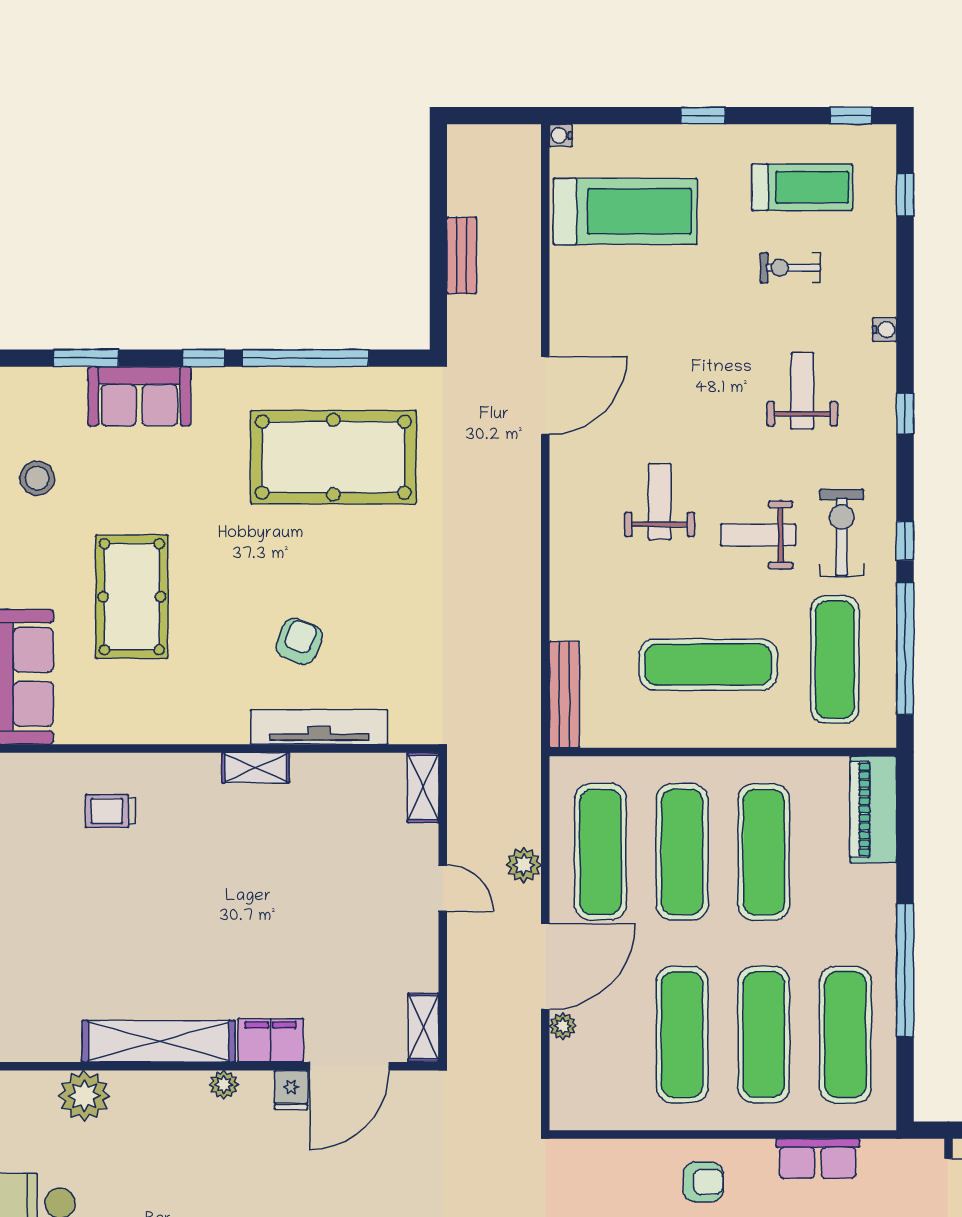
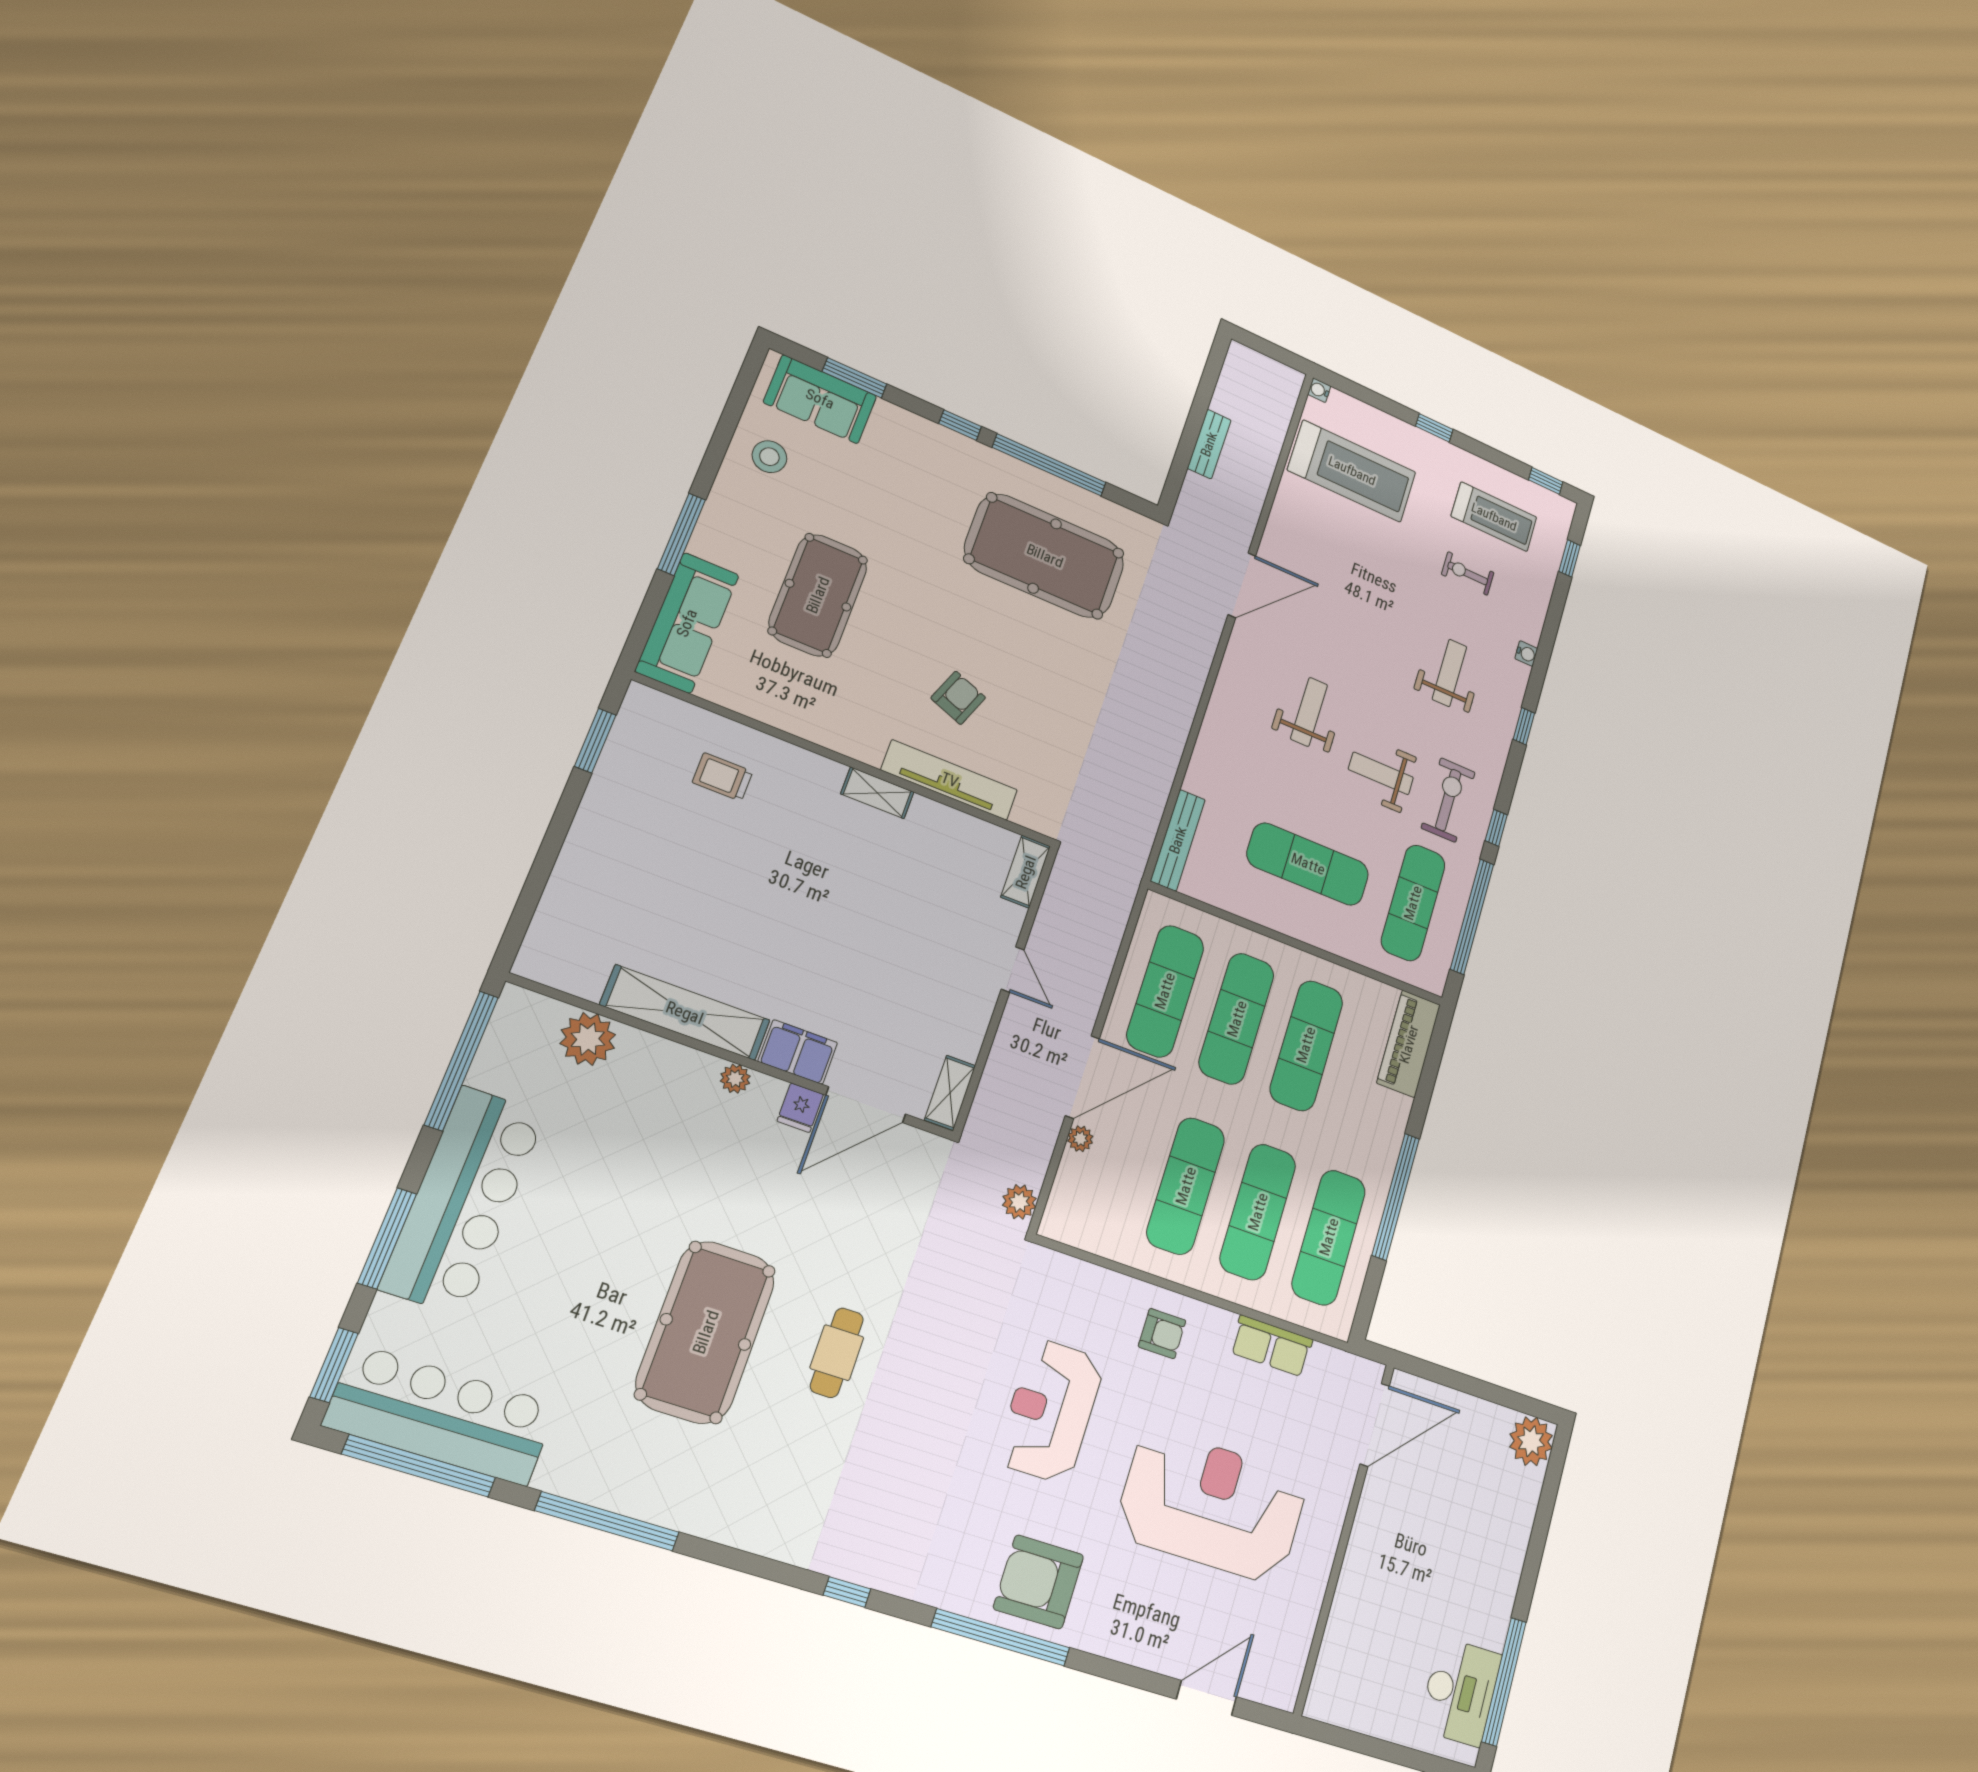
sofa: (139, 396) -> (820, 399), moved
plant: (524, 865) -> (1019, 1202), moved

